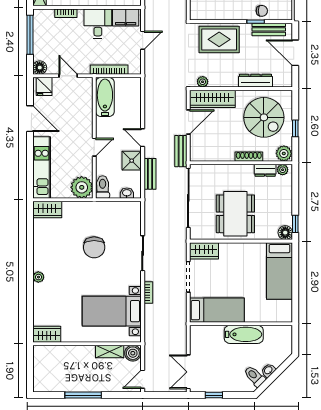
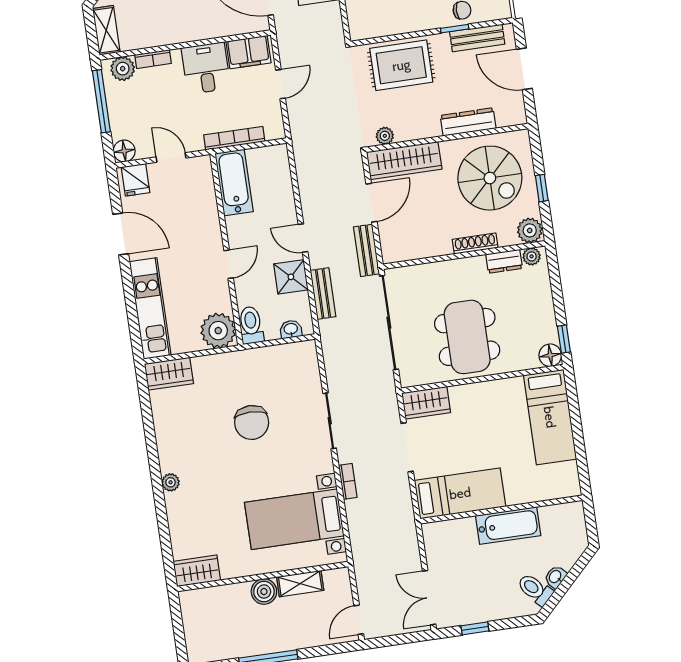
plant: (46, 16) -> (123, 69), added
boiler: (133, 353) -> (264, 592), moved

